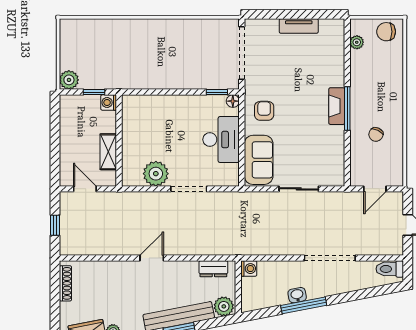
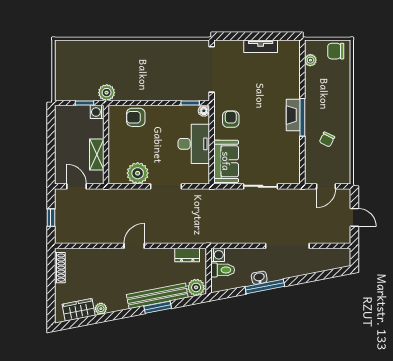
plant: (69, 80) -> (107, 93), moved
armchair: (154, 109) -> (136, 117), added
toilet: (390, 269) -> (223, 270), moved, turned 180

